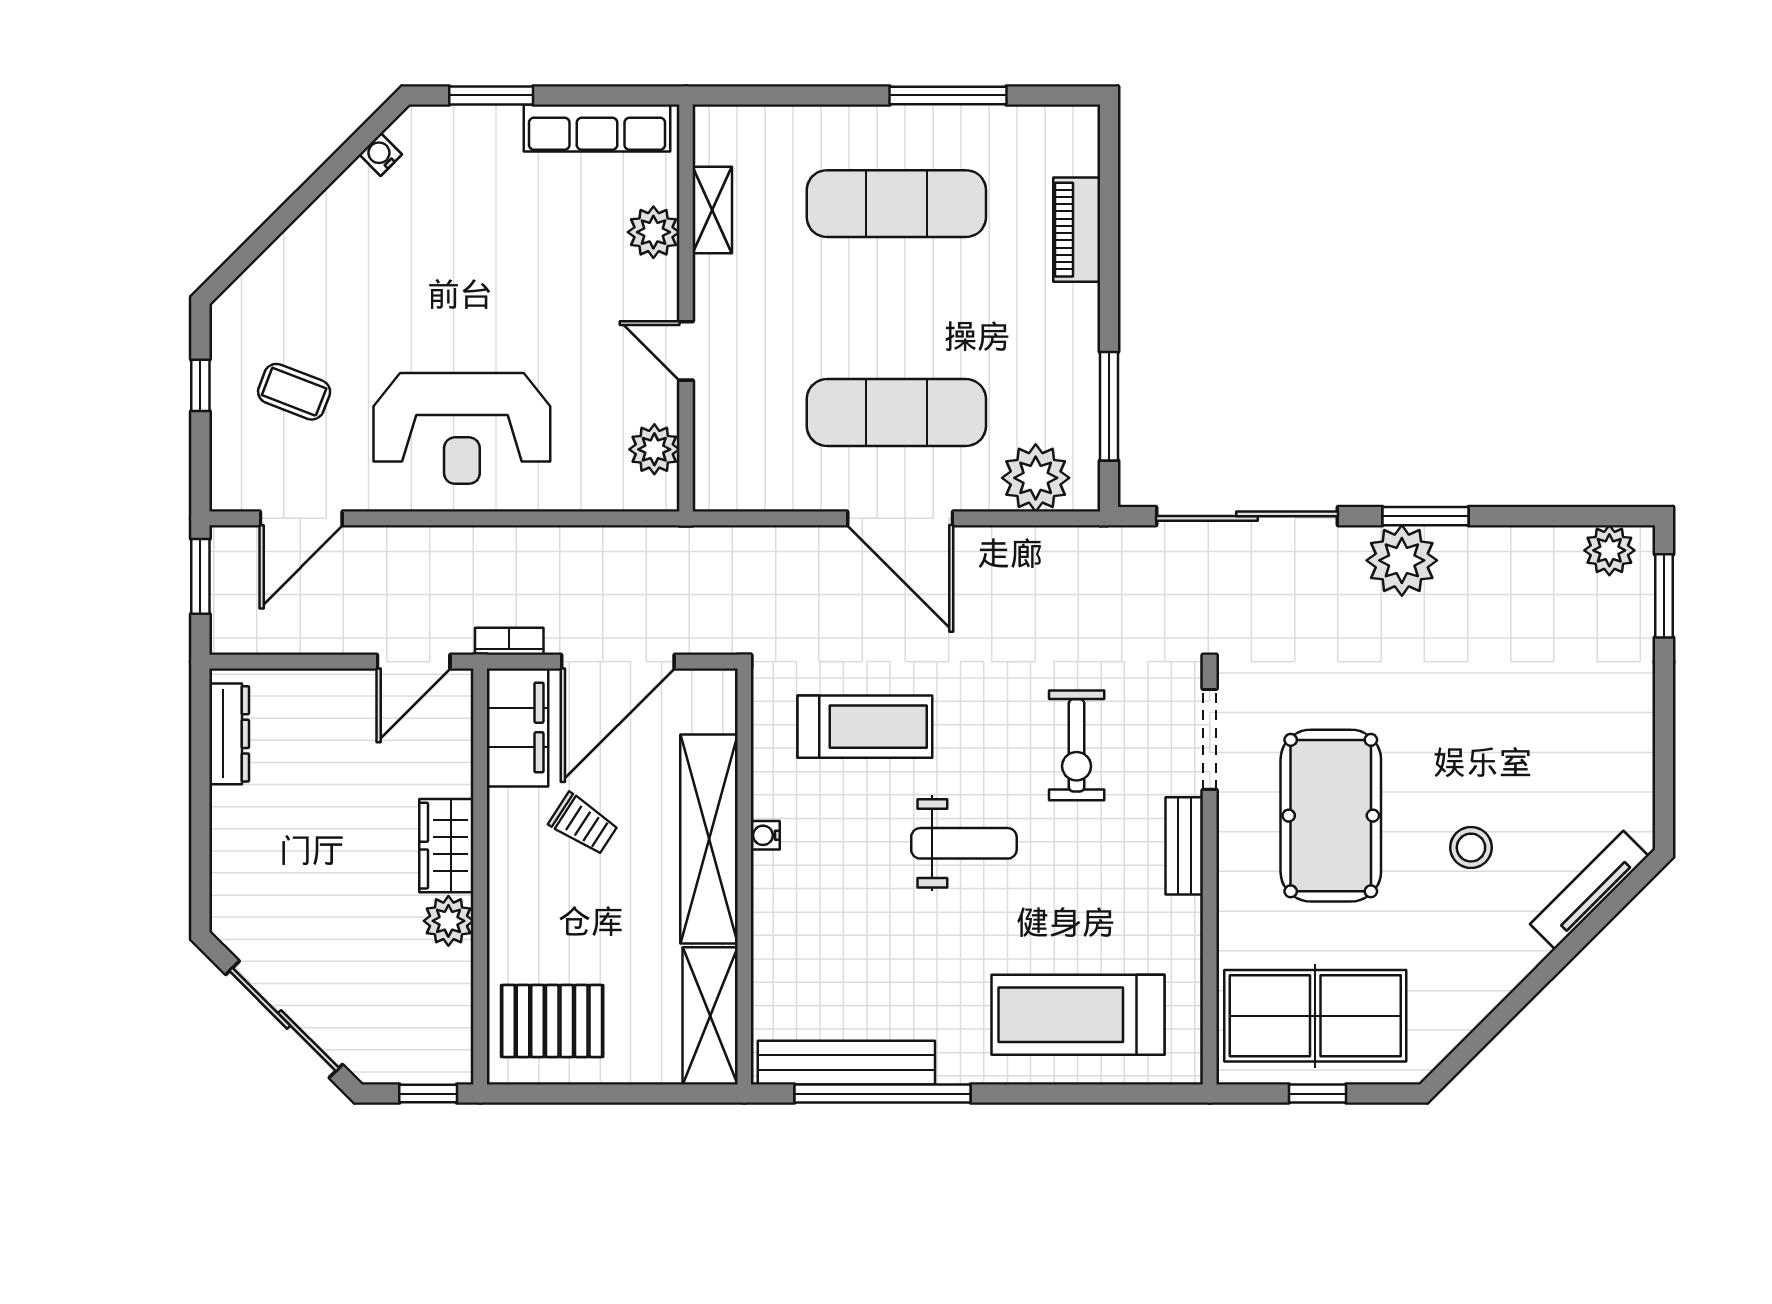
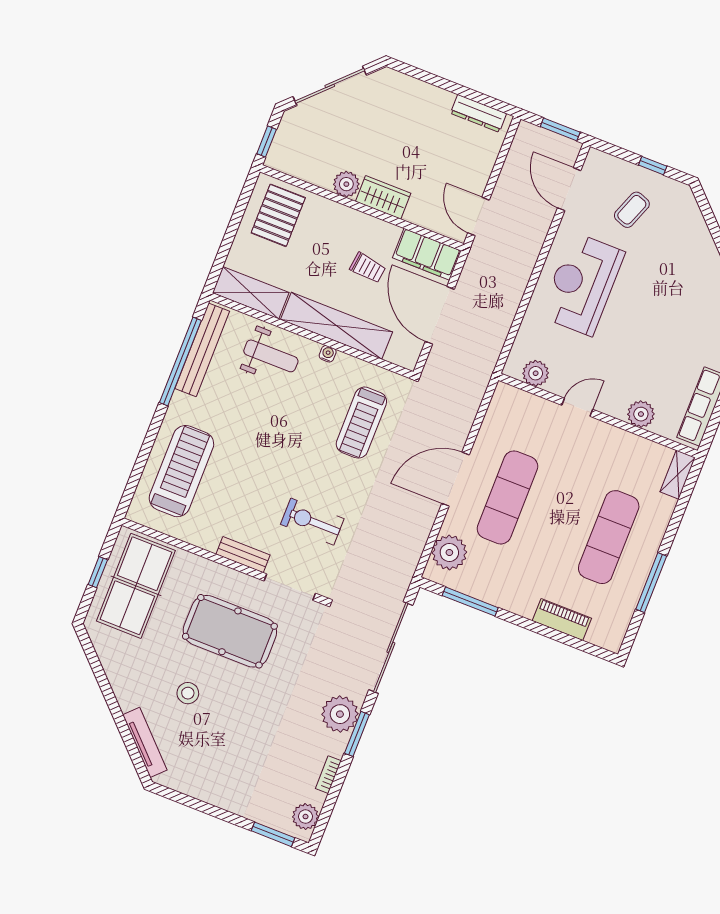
shelving: (712, 210) -> (678, 475), moved, turned 90
bookcase: (509, 641) -> (328, 775), moved, turned 180
trolley: (583, 824) -> (368, 268), turned -116
weight bench: (964, 843) -> (271, 356), moved, turned -90

